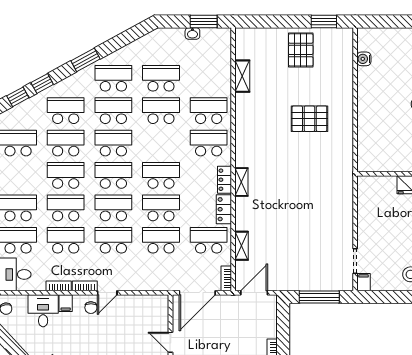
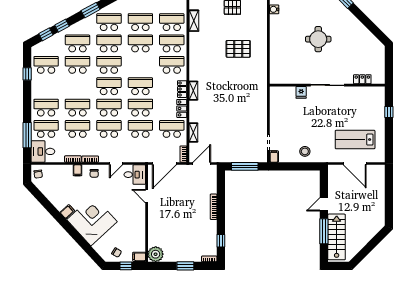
school desk: (66, 175) -> (172, 22), moved
door: (107, 293) -> (116, 164), moved
desk: (43, 311) -> (135, 175), moved, turned 90

